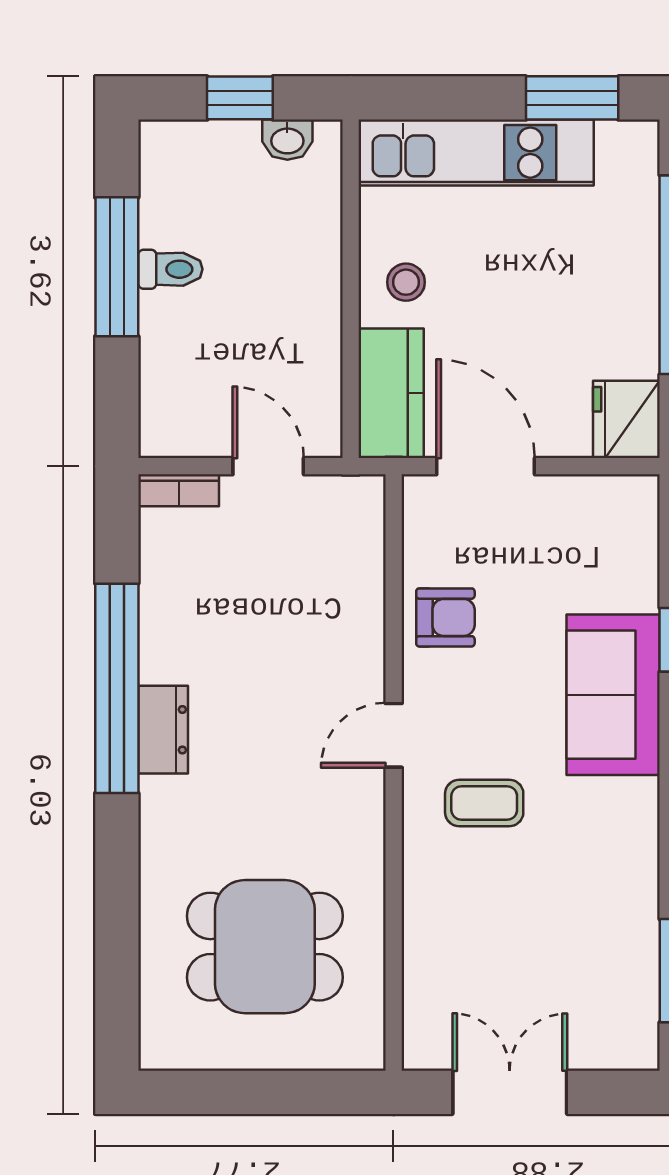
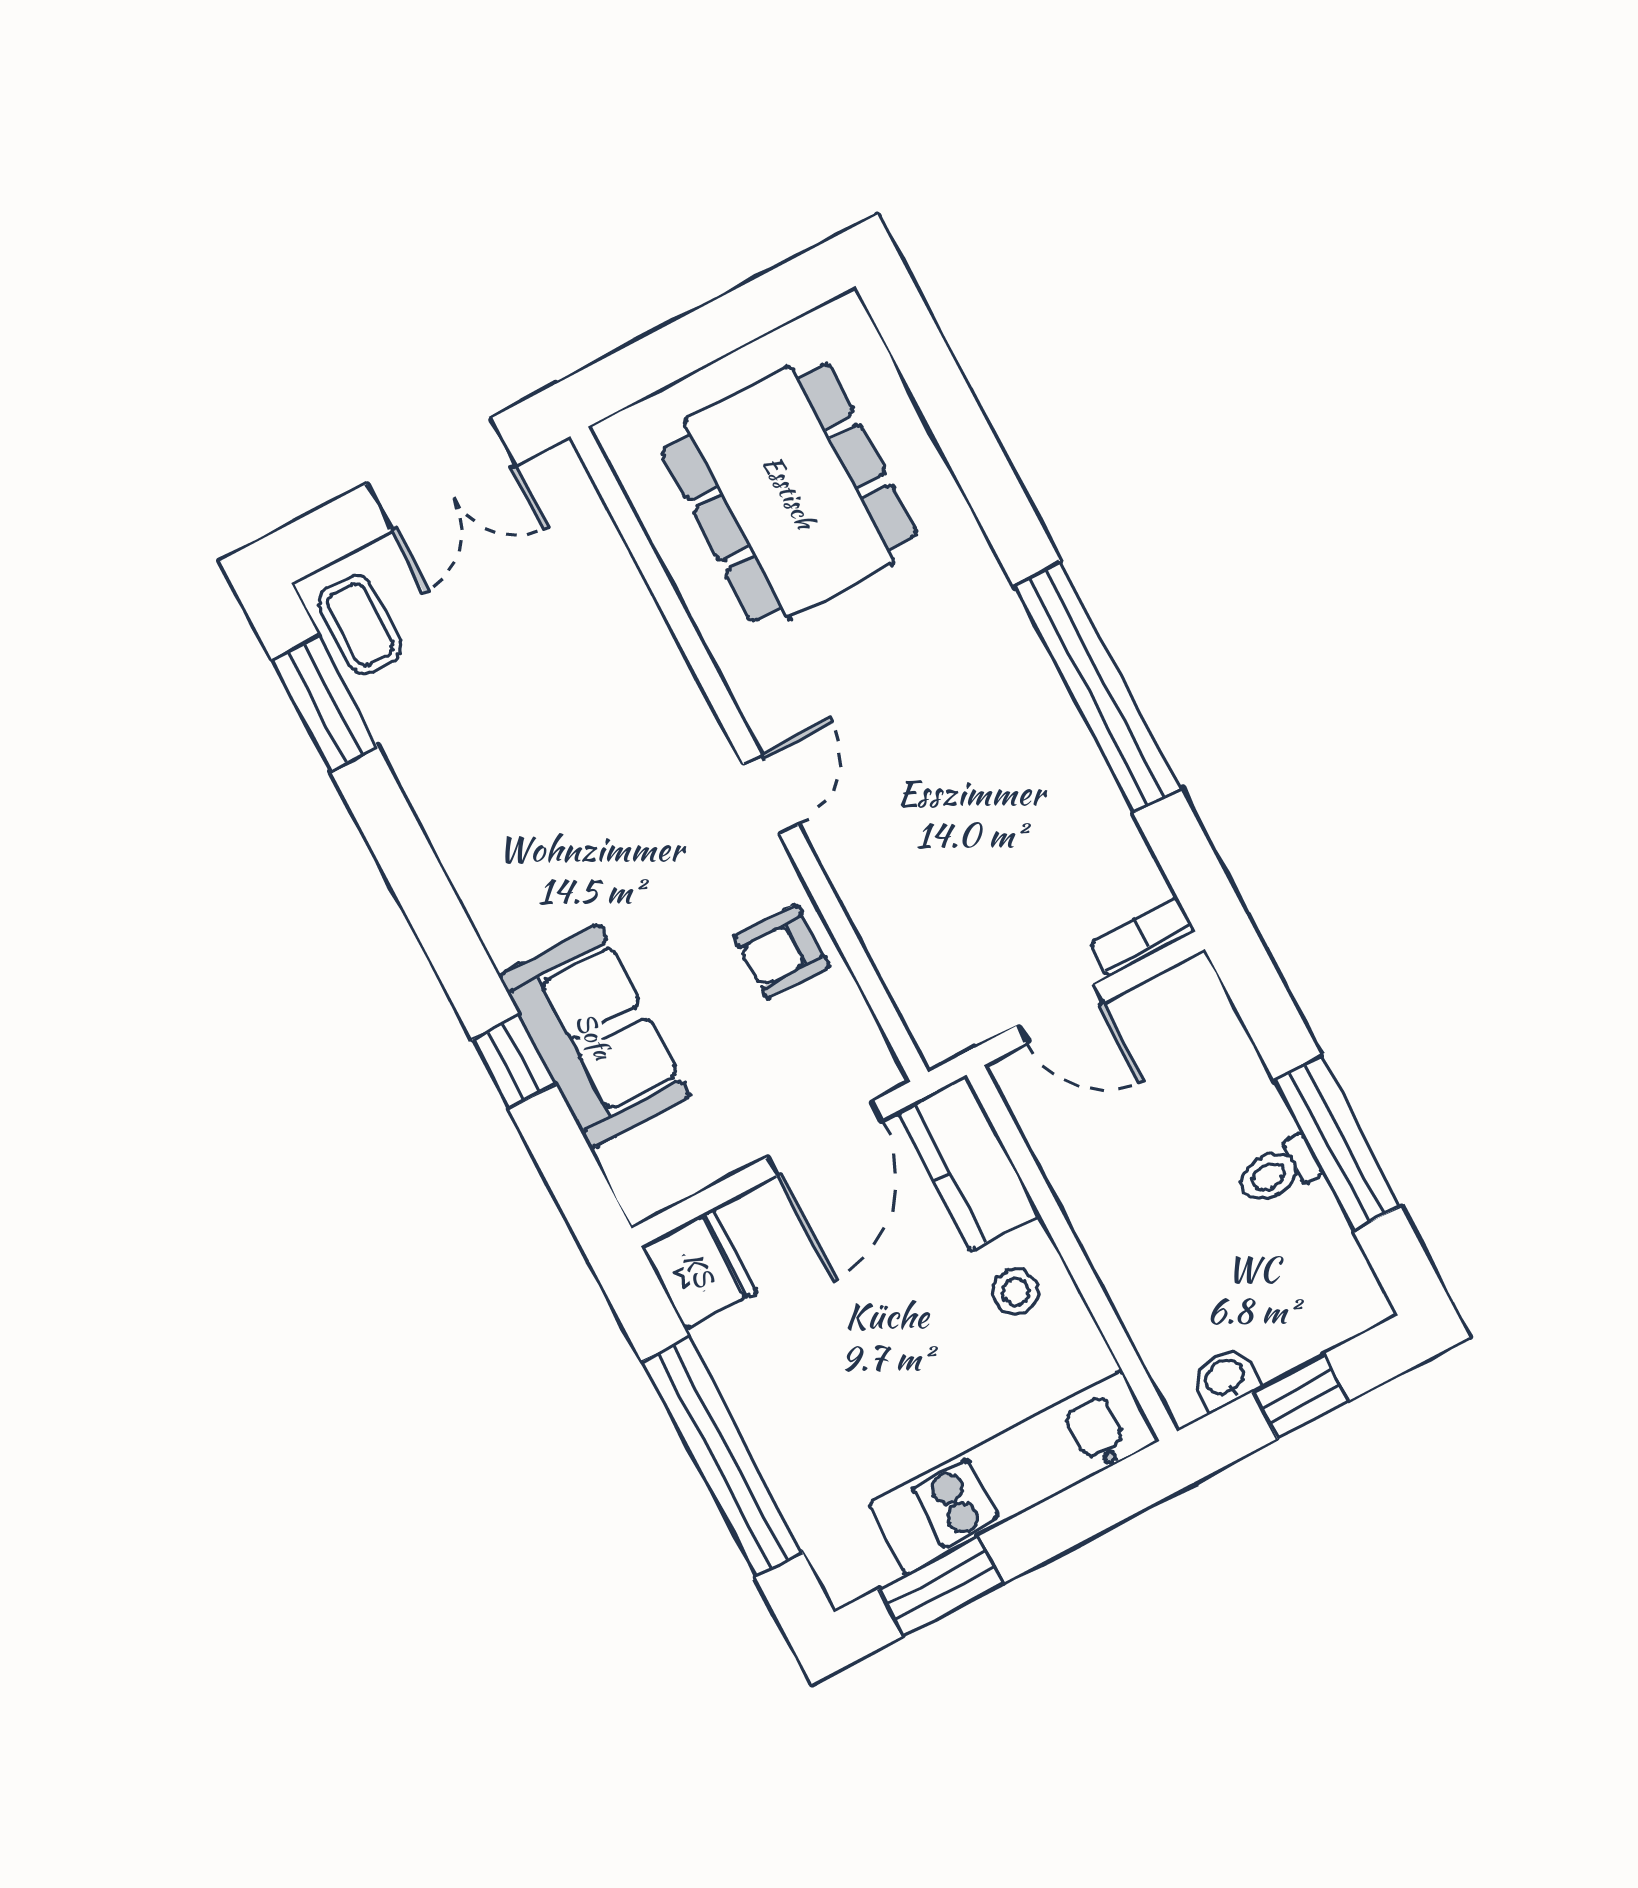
door: (486, 466) -> (825, 1138), hinge flipped
sofa: (613, 695) -> (594, 1036), moved
dresser: (163, 730) -> (1023, 669), removed
coffee table: (484, 803) -> (360, 624), moved, turned 90
dining table: (265, 947) -> (789, 492), width x1.38

